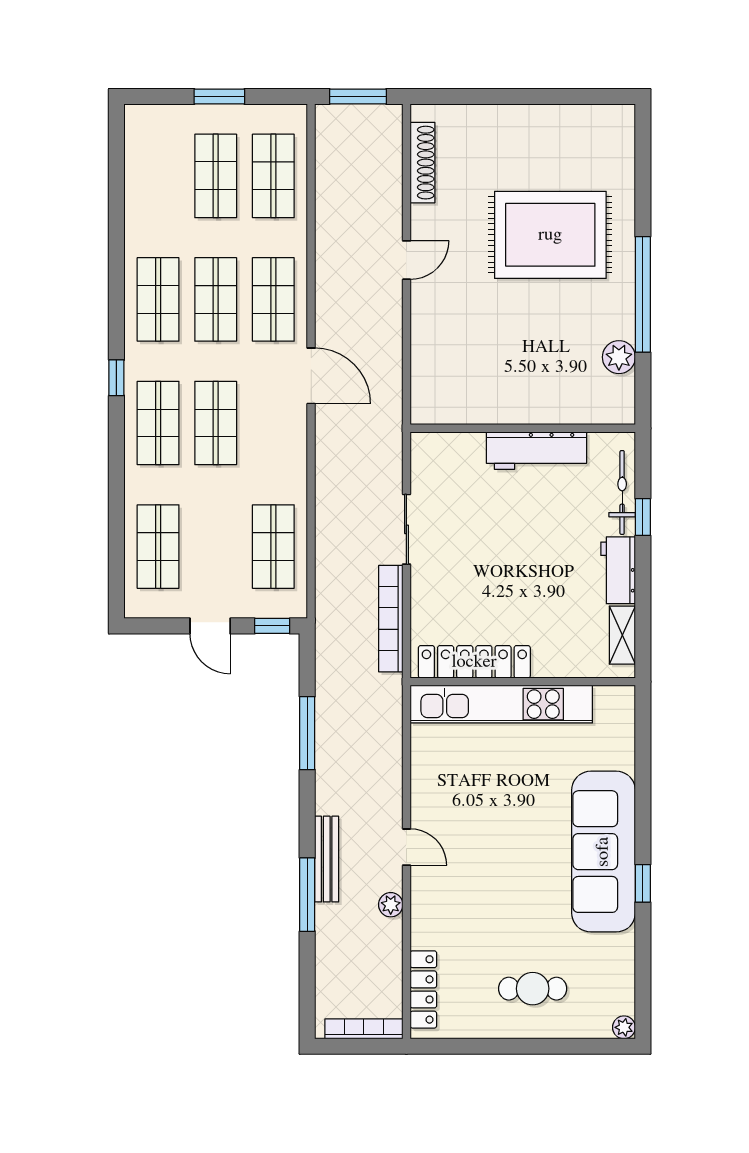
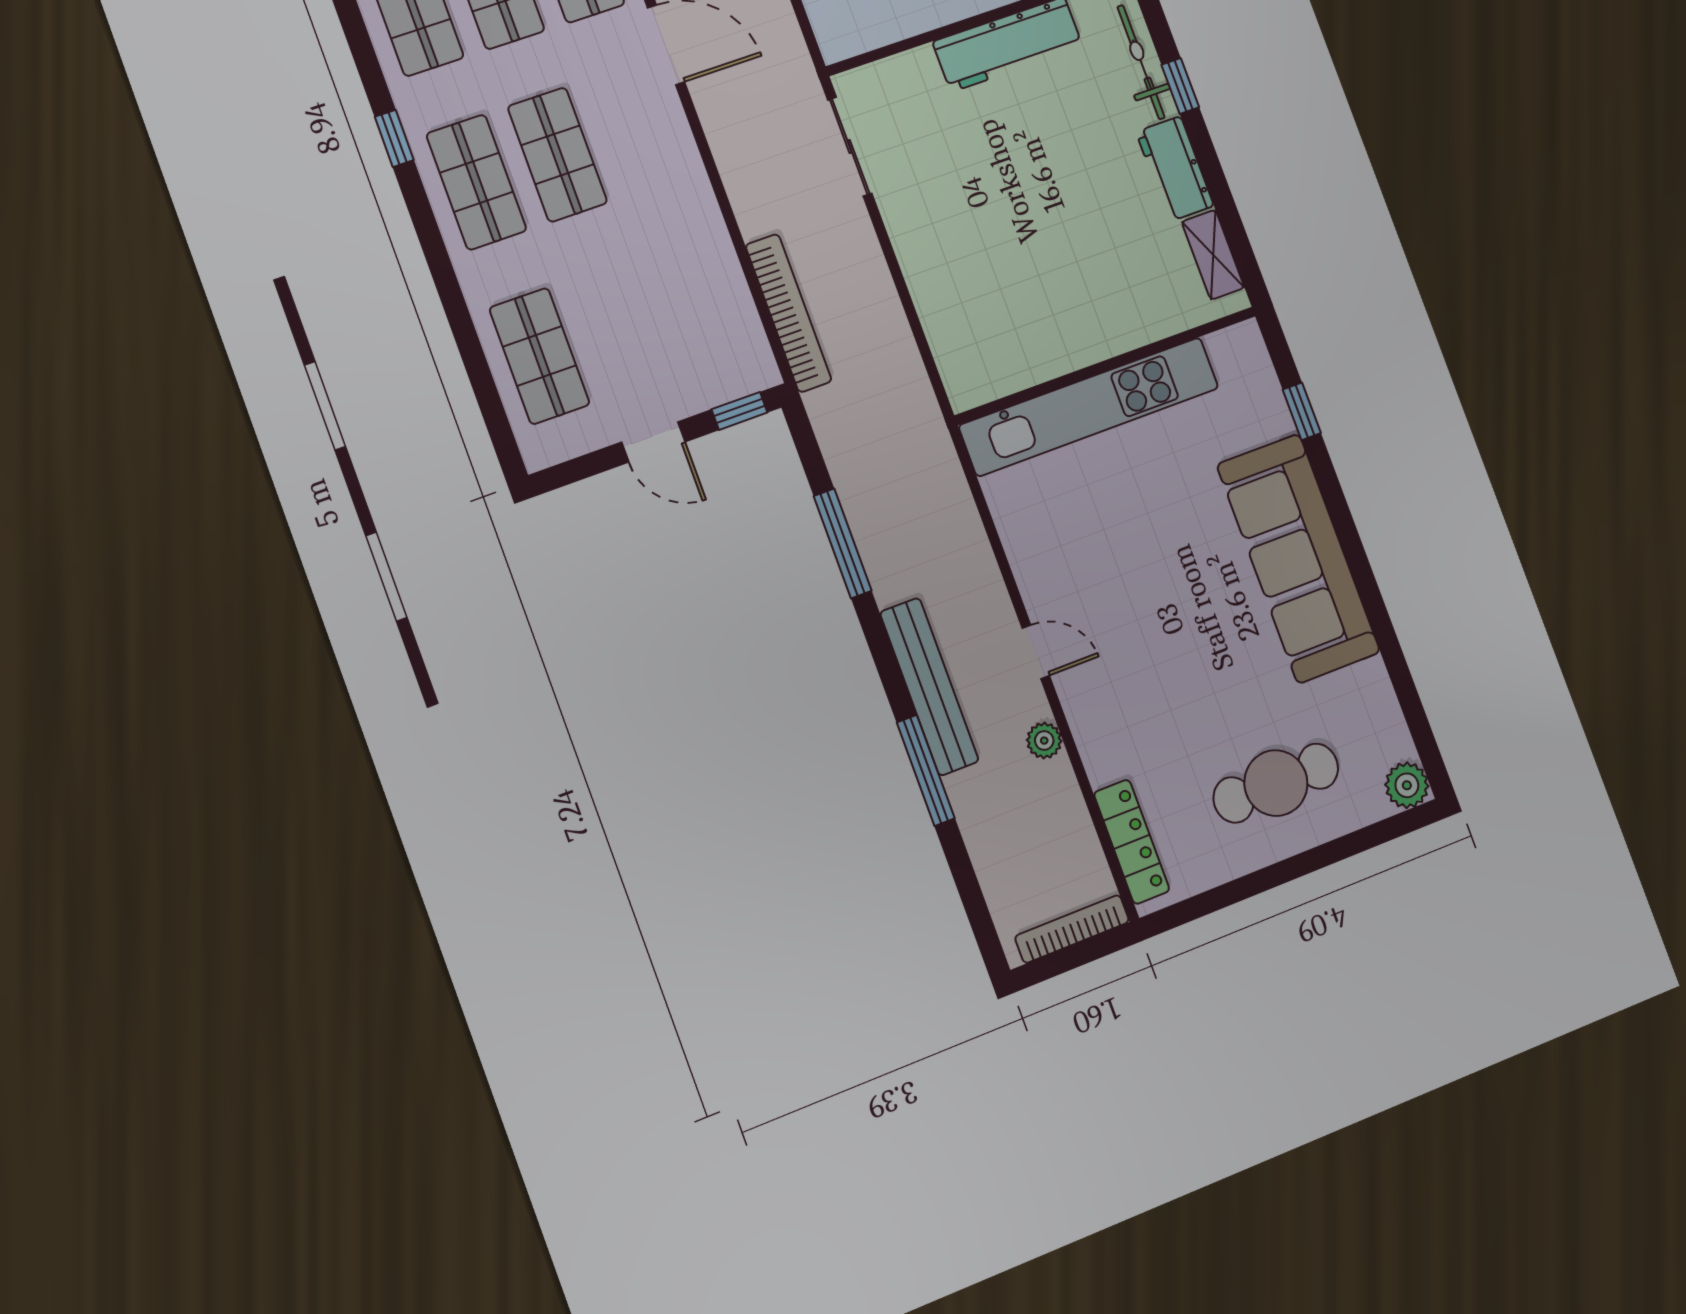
sliding door: (406, 529) -> (850, 147), moved
shop shelf: (273, 547) -> (700, 300), removed
bookcase: (391, 619) -> (789, 313), moved, turned 180
locker: (474, 662) -> (1032, 362), removed
bench: (327, 859) -> (929, 687), width x1.37, depth x1.21
window: (643, 883) -> (1302, 411), moved
cafe table: (533, 989) -> (1276, 783), width x1.37, depth x1.35
plant: (624, 1027) -> (1407, 785), width x1.38, depth x1.38

